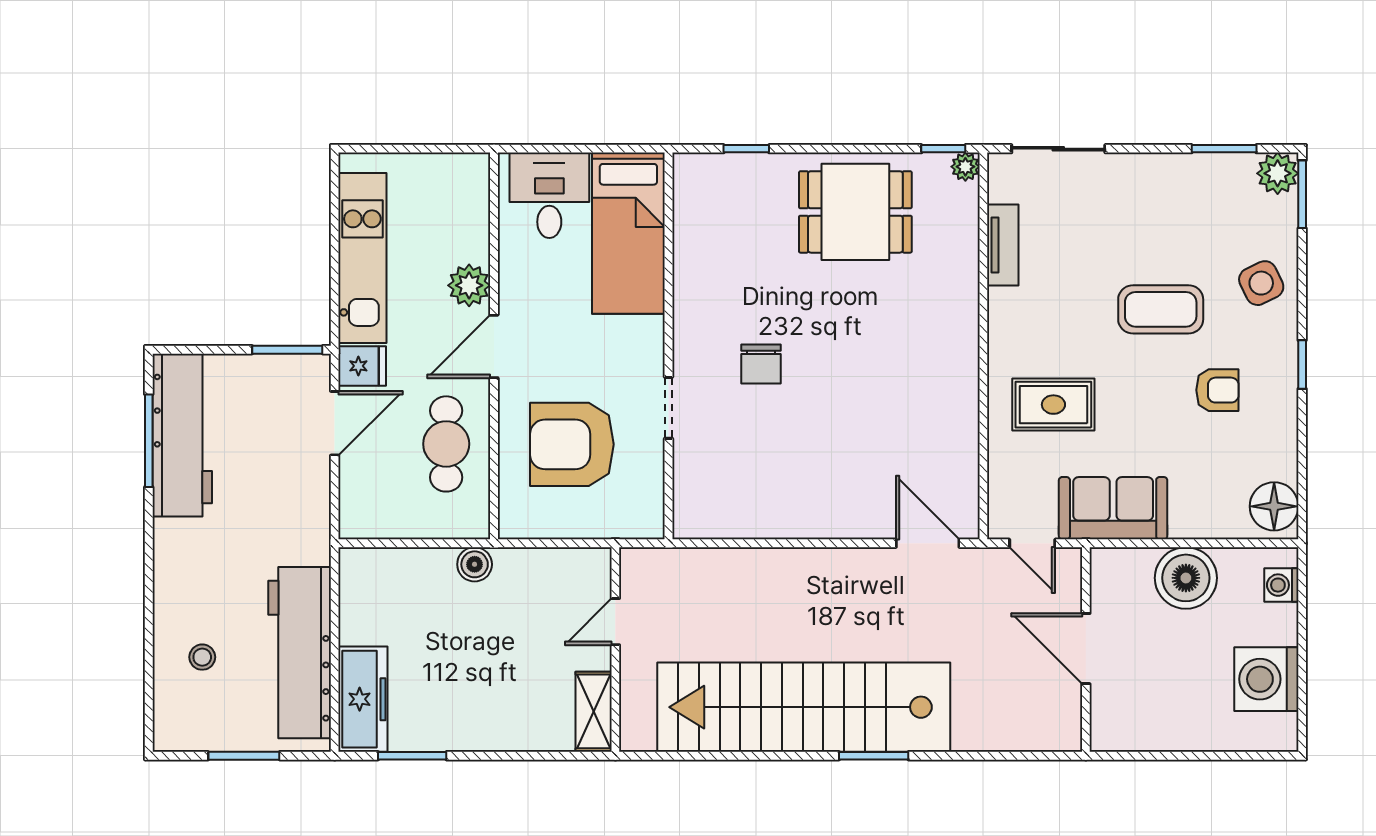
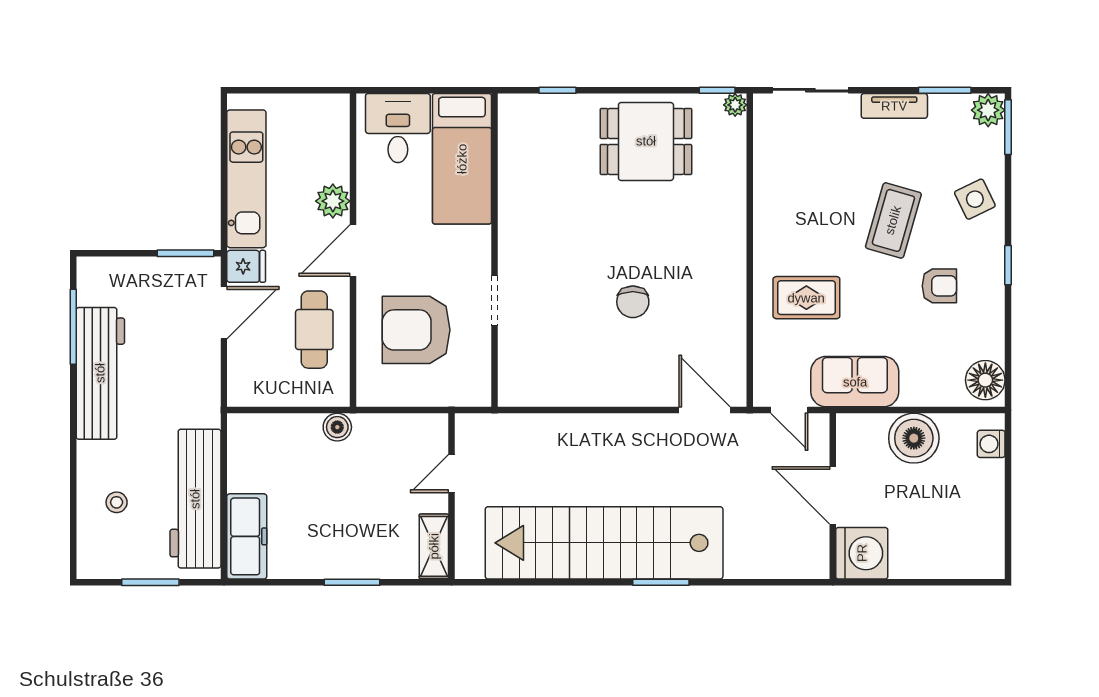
tv unit: (1003, 245) -> (894, 106), moved, turned 90
coffee table: (1161, 309) -> (893, 220), turned -74
chair: (761, 364) -> (633, 302), moved
workbench: (182, 435) -> (100, 373), moved
washing machine: (1266, 679) -> (862, 553), moved, turned 180
window: (412, 756) -> (352, 582), moved

